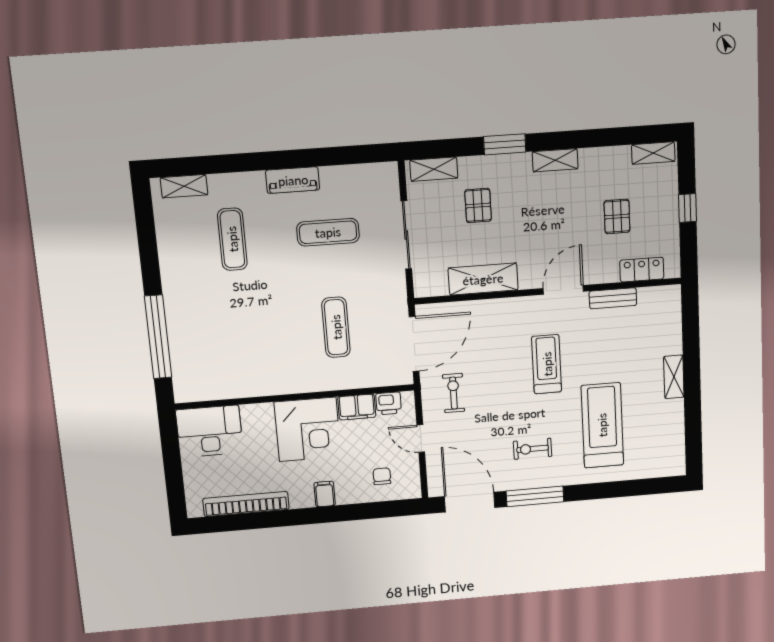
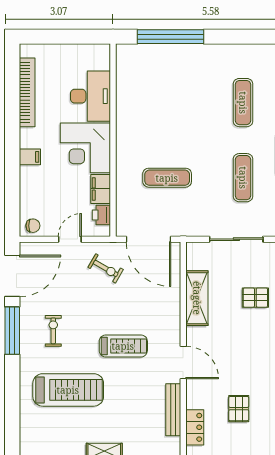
pallet: (617, 216) -> (239, 409), turned 90
exercise mat: (232, 239) -> (243, 103), turned 90
bench: (613, 298) -> (173, 410), width x1.36
exercise bike: (454, 393) -> (106, 268), turned 30
desk: (209, 431) -> (91, 96), moved
chair: (382, 476) -> (33, 226), moved

